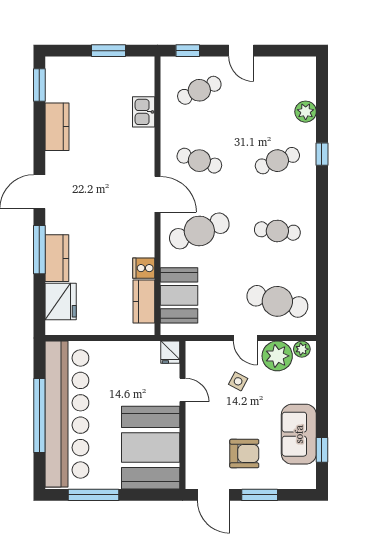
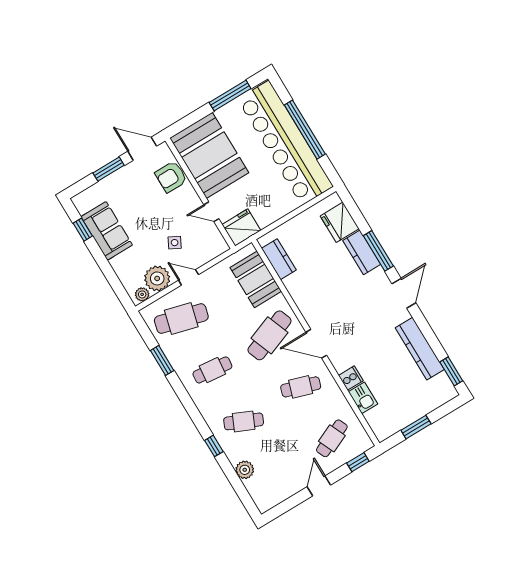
door: (241, 51) -> (319, 486), hinge flipped
kitchen counter: (57, 127) -> (420, 349), width x1.50
cafe table: (277, 161) -> (244, 421), turned 45
cooker: (144, 268) -> (351, 378), moved
window: (322, 271) -> (162, 360), added
fridge: (170, 352) -> (241, 227), width x1.88, depth x1.34
armchair: (244, 453) -> (171, 177), moved

